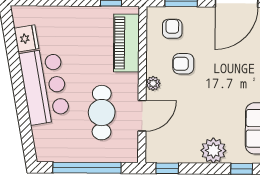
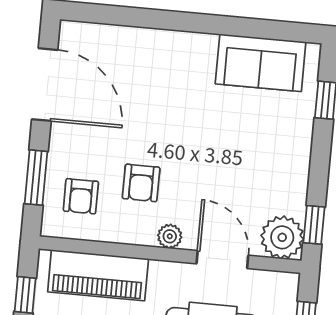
armchair: (172, 29) -> (81, 196), turned -90
plant: (213, 150) -> (282, 237), moved

